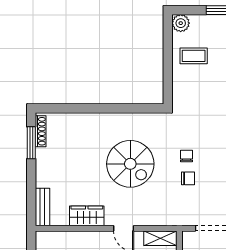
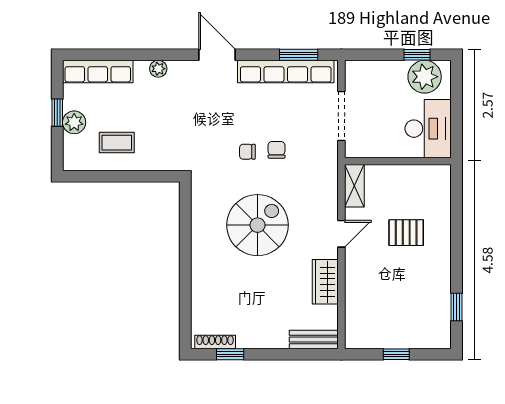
plant: (181, 23) -> (74, 122), moved
coffee table: (194, 56) -> (117, 143), turned 90
window: (31, 143) -> (230, 354), width x0.67

